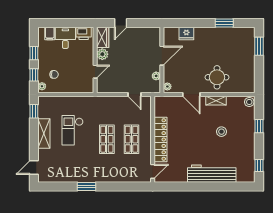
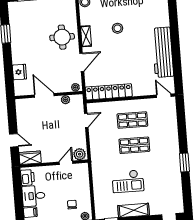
plant: (102, 54) -> (80, 154), moved
door: (95, 72) -> (66, 163), hinge flipped
locker: (161, 140) -> (109, 92), moved
workbench: (212, 174) -> (163, 52), moved

